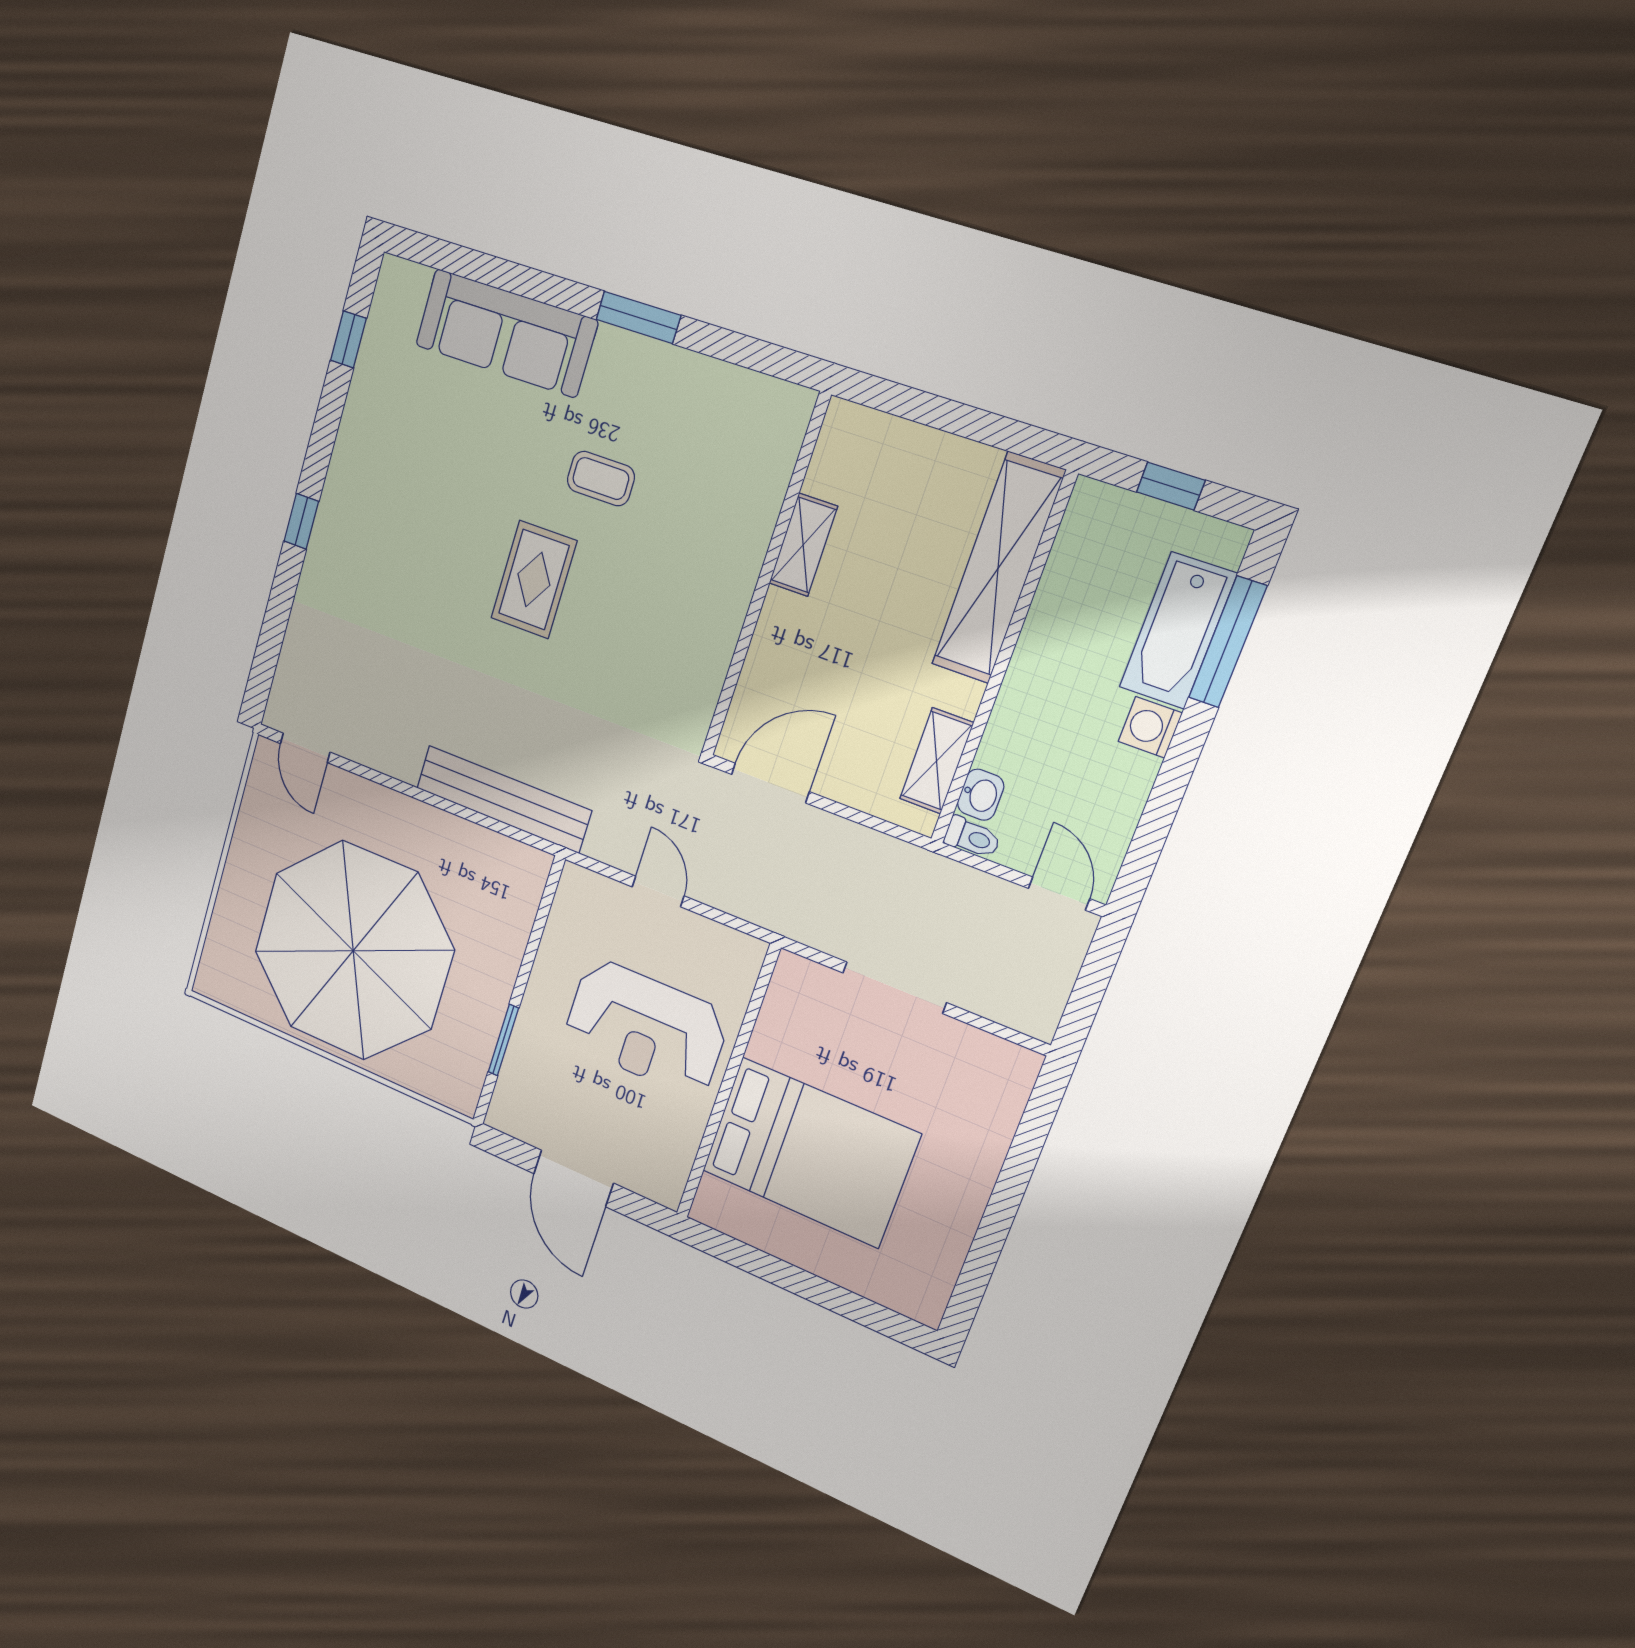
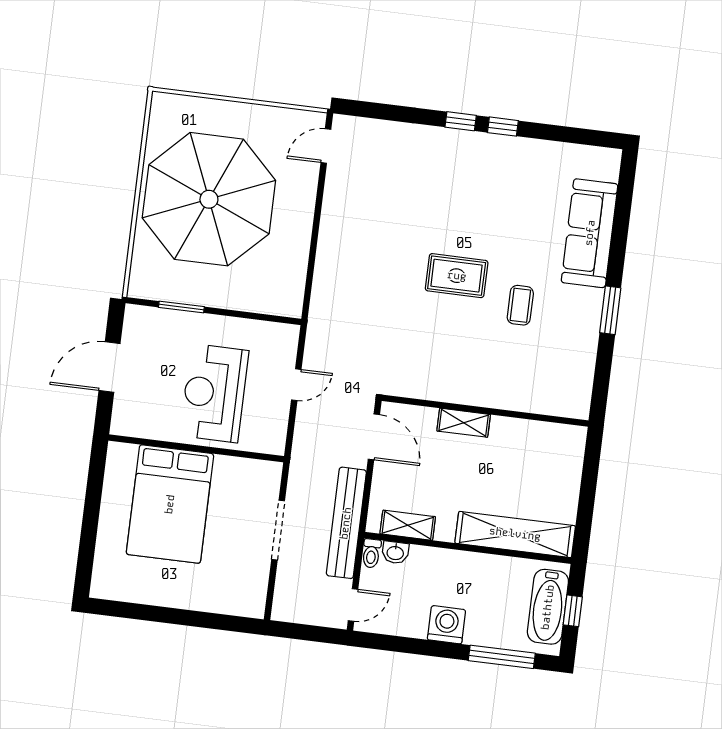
window: (348, 339) -> (503, 127), moved
shelving: (803, 545) -> (464, 423), moved
bathtub: (1178, 631) -> (548, 607), moved, turned -90
washing machine: (1150, 727) -> (447, 625), width x1.38, depth x1.38
bench: (503, 799) -> (346, 523), moved

